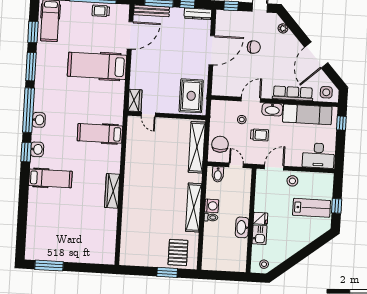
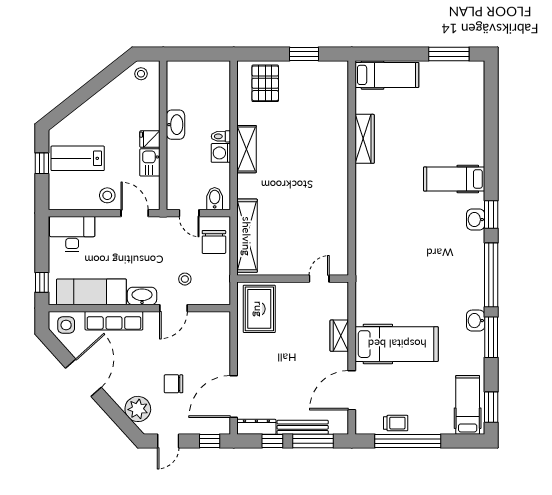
bench: (152, 11) -> (303, 427), moved
plant: (283, 28) -> (138, 409), width x1.87, depth x1.87
window: (33, 32) -> (491, 407), moved
door: (212, 50) -> (234, 396), moved
wardrobe: (135, 100) -> (339, 336), moved
door: (148, 114) -> (319, 279), hinge flipped
washbasin: (39, 120) -> (476, 321), moved
hospital bed: (100, 133) -> (387, 75), moved
trolley: (260, 135) -> (158, 259), removed
door: (274, 167) -> (135, 213), swing flipped
wardrobe: (112, 191) -> (365, 139), moved
shelving: (194, 208) -> (246, 149), width x0.68
kitchen sink: (259, 235) -> (150, 162), moved
window: (167, 272) -> (304, 54), moved

